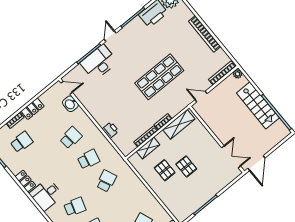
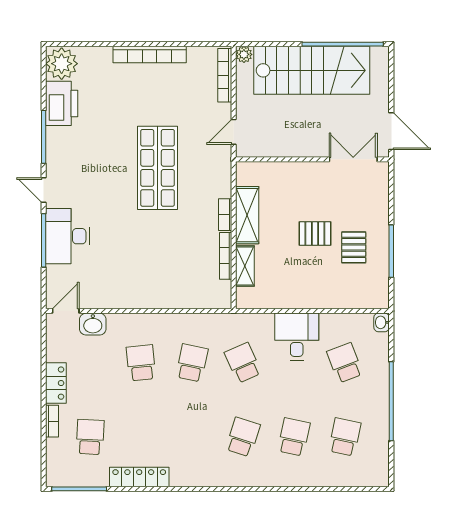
stairs: (258, 105) -> (312, 70), width x1.36, depth x1.51
shelving: (179, 124) -> (247, 215), moved
printer: (110, 130) -> (176, 298), removed
pallet: (165, 170) -> (354, 247), moved, turned 90
locker: (25, 181) -> (139, 477), width x1.53
desk: (46, 195) -> (297, 337), moved, turned 180

